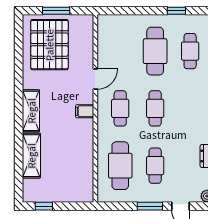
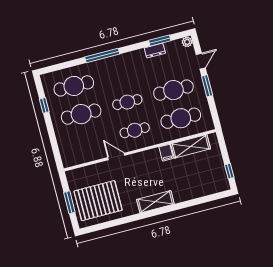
cafe table: (190, 51) -> (74, 86), width x1.37, depth x1.35
filing cabinet: (85, 111) -> (166, 153), moved
shelving: (31, 156) -> (191, 146), moved
cafe table: (155, 166) -> (173, 90), width x1.37, depth x1.35

